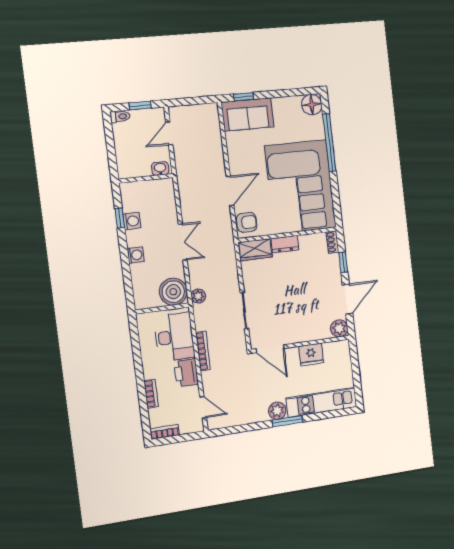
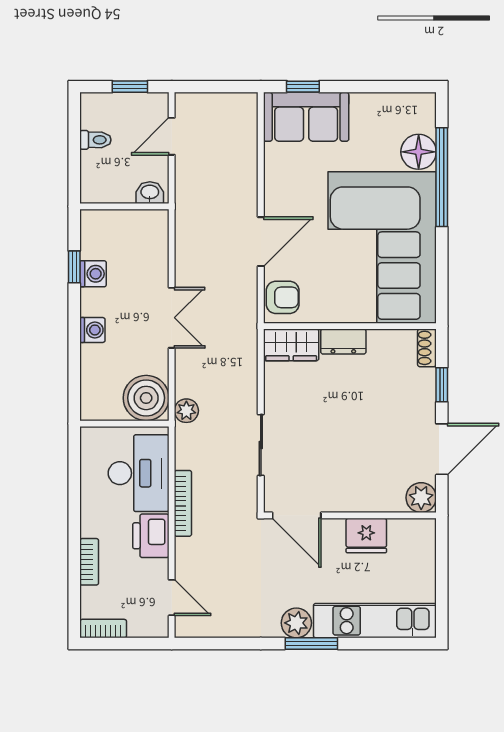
floor lamp: (312, 105) -> (419, 152), moved
toilet: (120, 117) -> (95, 140), moved

